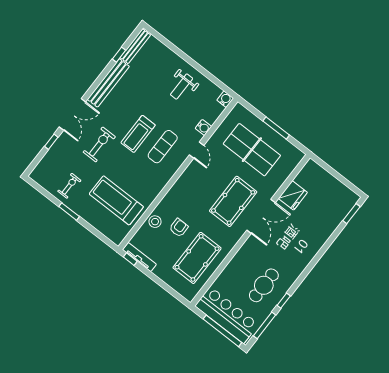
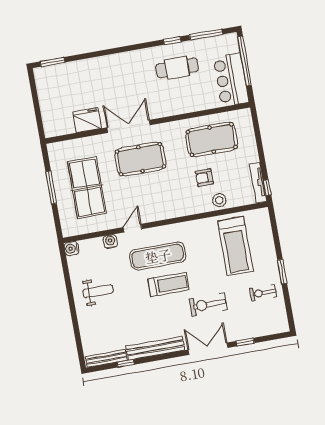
exercise mat: (163, 147) -> (158, 256), width x1.36, depth x1.45
bar counter: (227, 315) -> (231, 80), width x0.73

